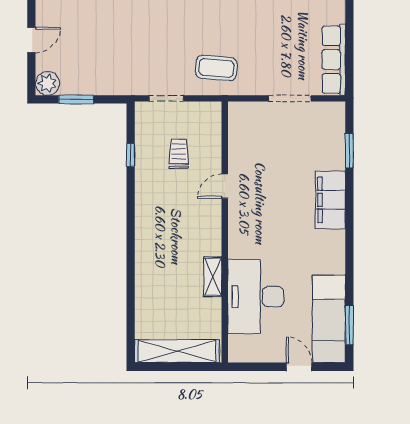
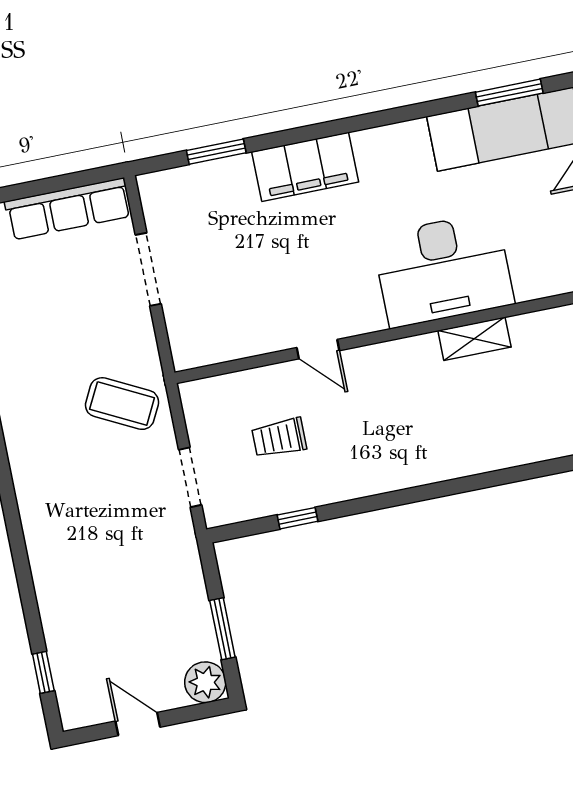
coffee table: (216, 68) -> (122, 404), turned -68
desk: (256, 297) -> (443, 270), moved

